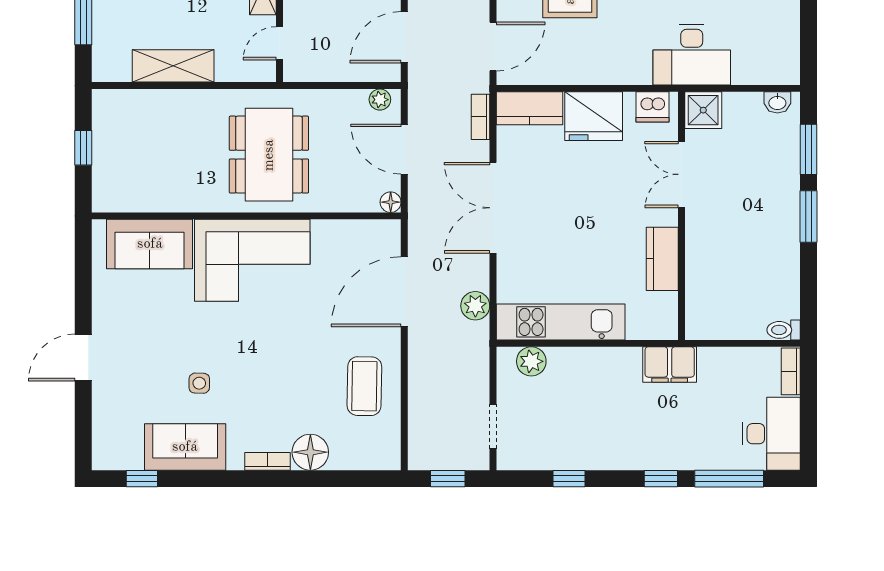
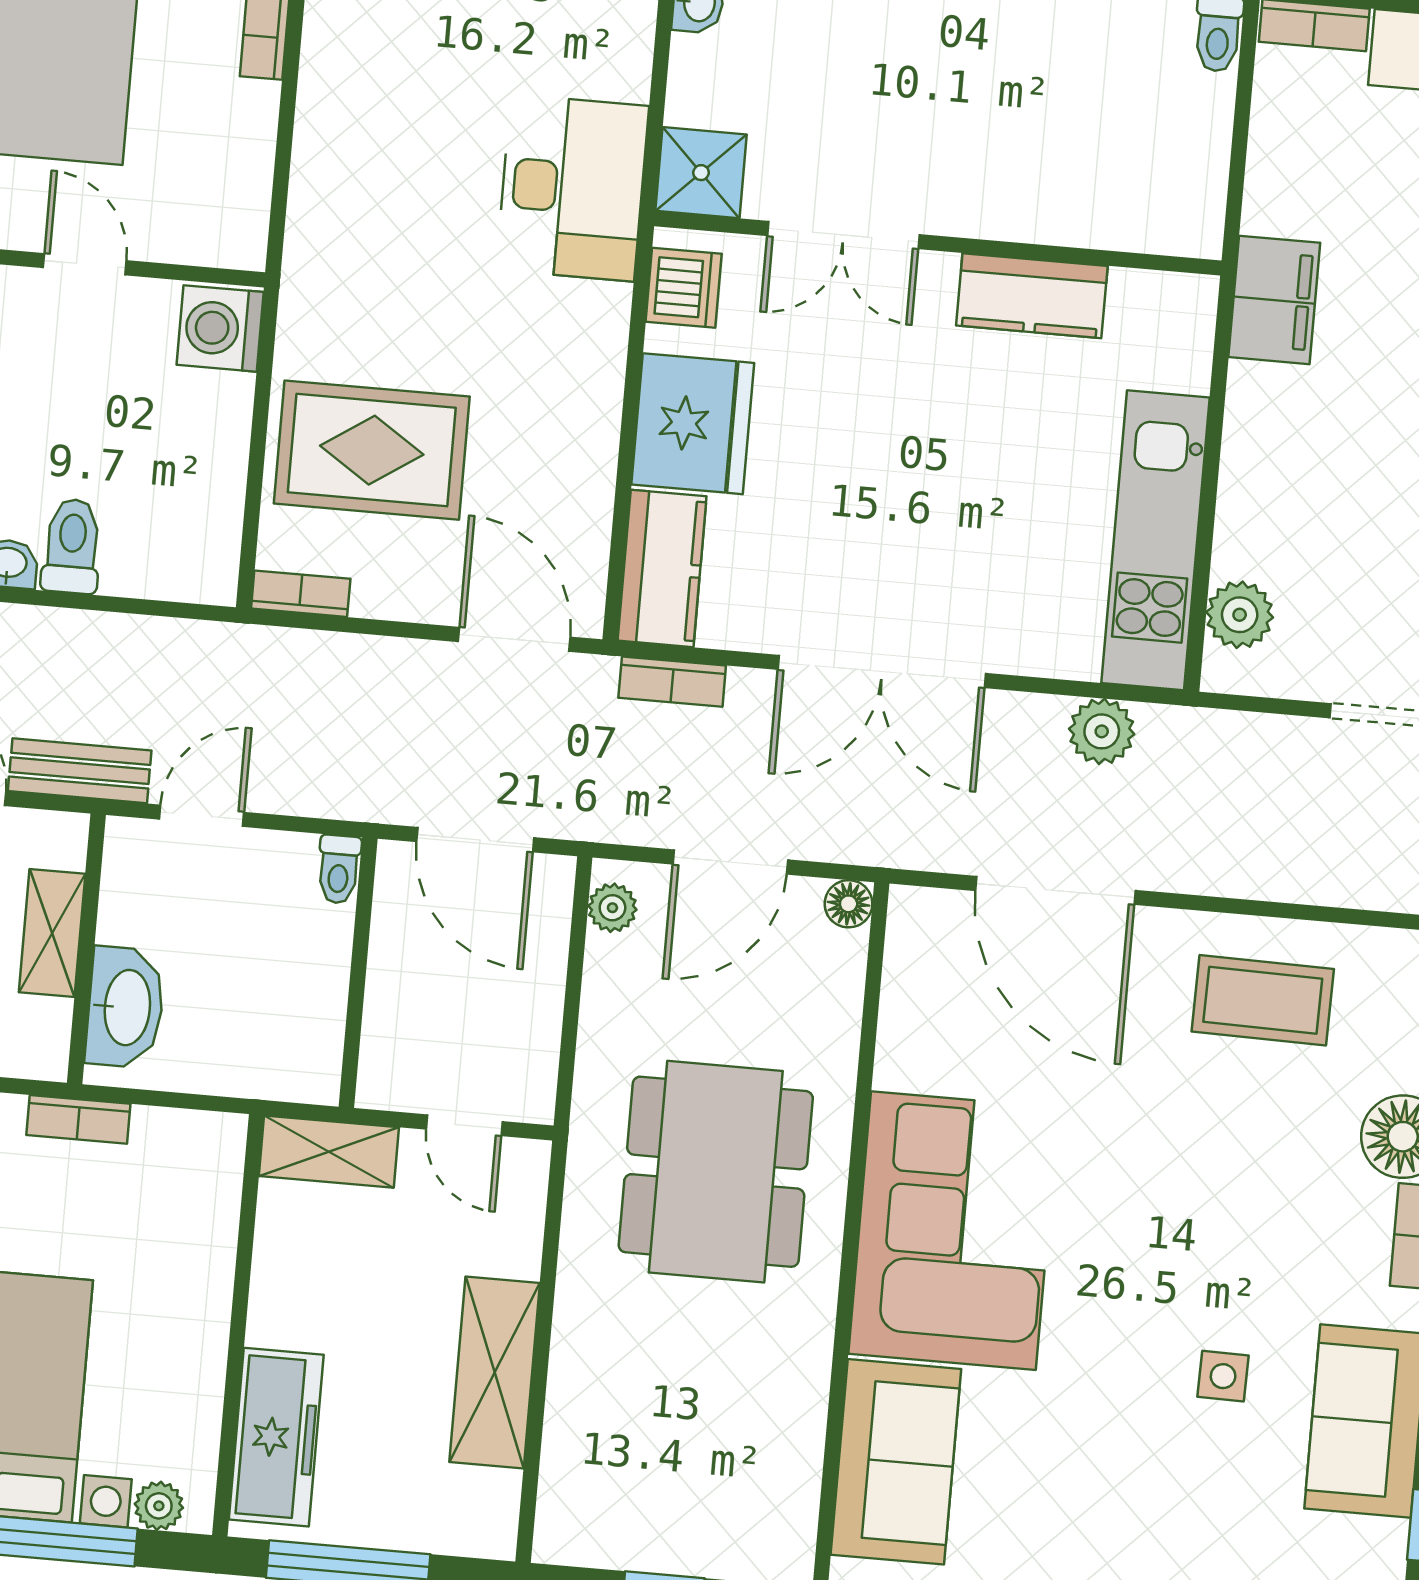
dining table: (269, 155) -> (716, 1172), turned 90

